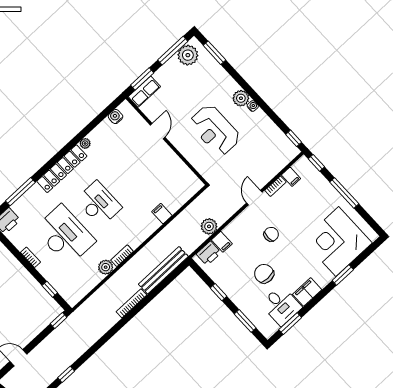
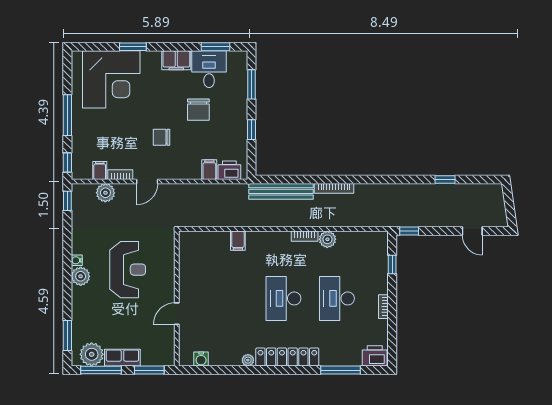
row of seats: (144, 92) -> (122, 358), moved
plant: (209, 226) -> (105, 193), moved
desk: (65, 235) -> (337, 298), width x0.73, depth x0.77

